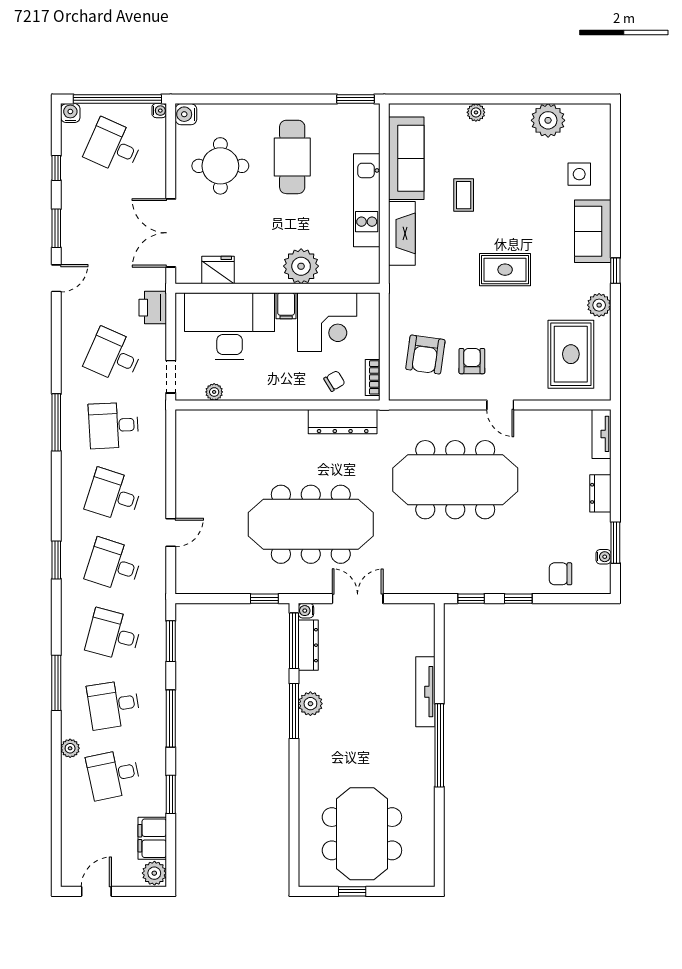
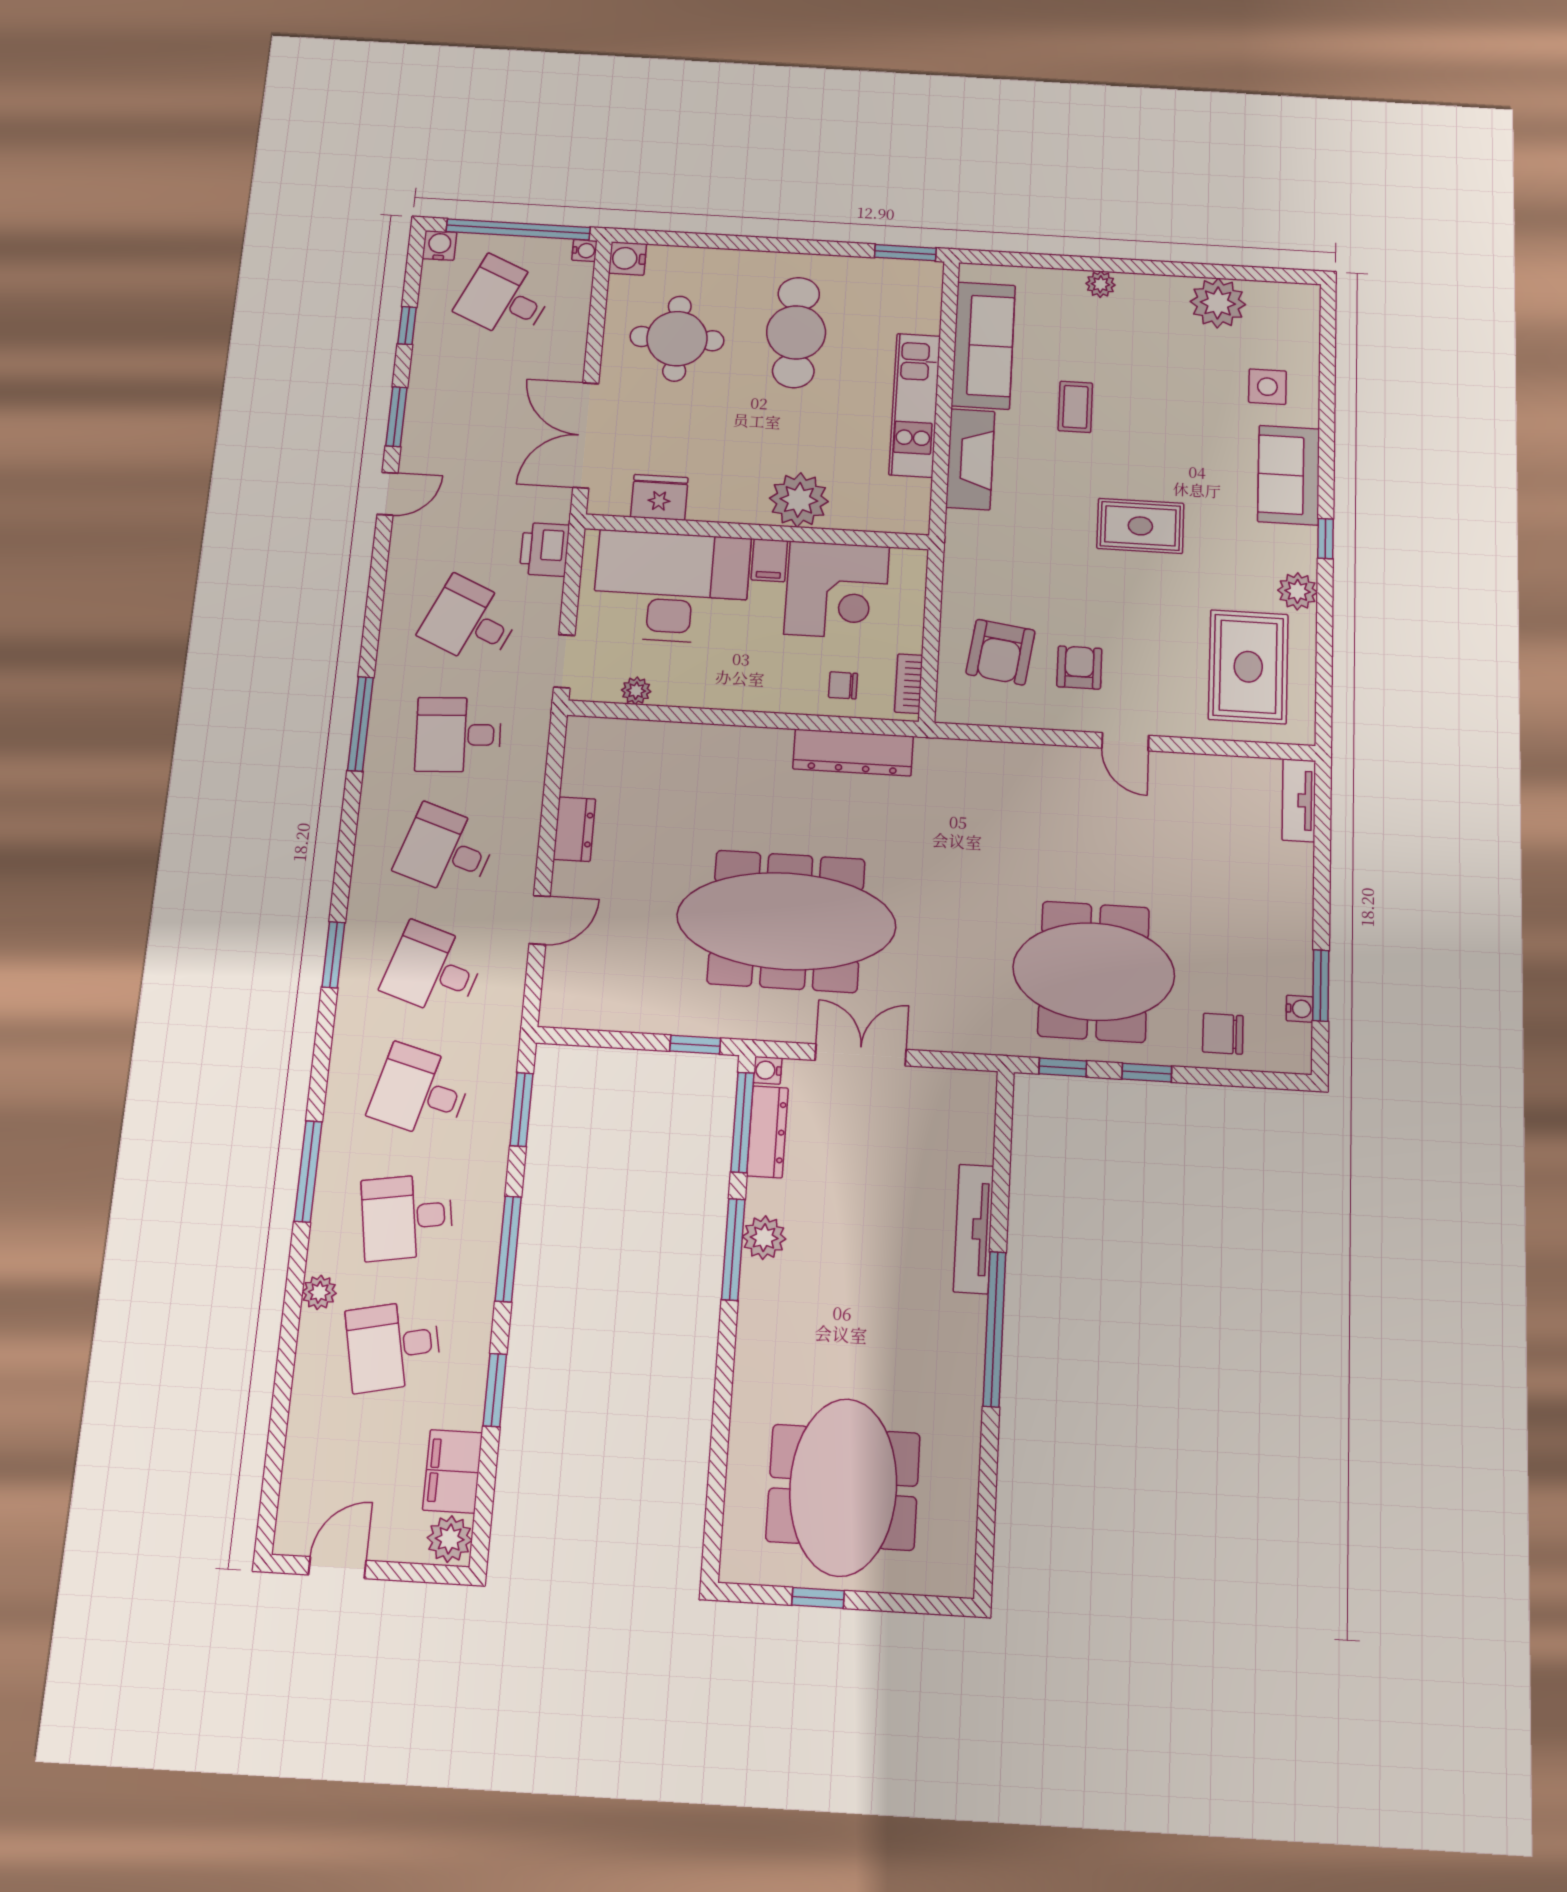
chair: (334, 381) -> (843, 685), turned -149
meeting table: (455, 480) -> (1094, 972), moved, width x0.73
dresser: (600, 493) -> (574, 829), moved, turned 180

